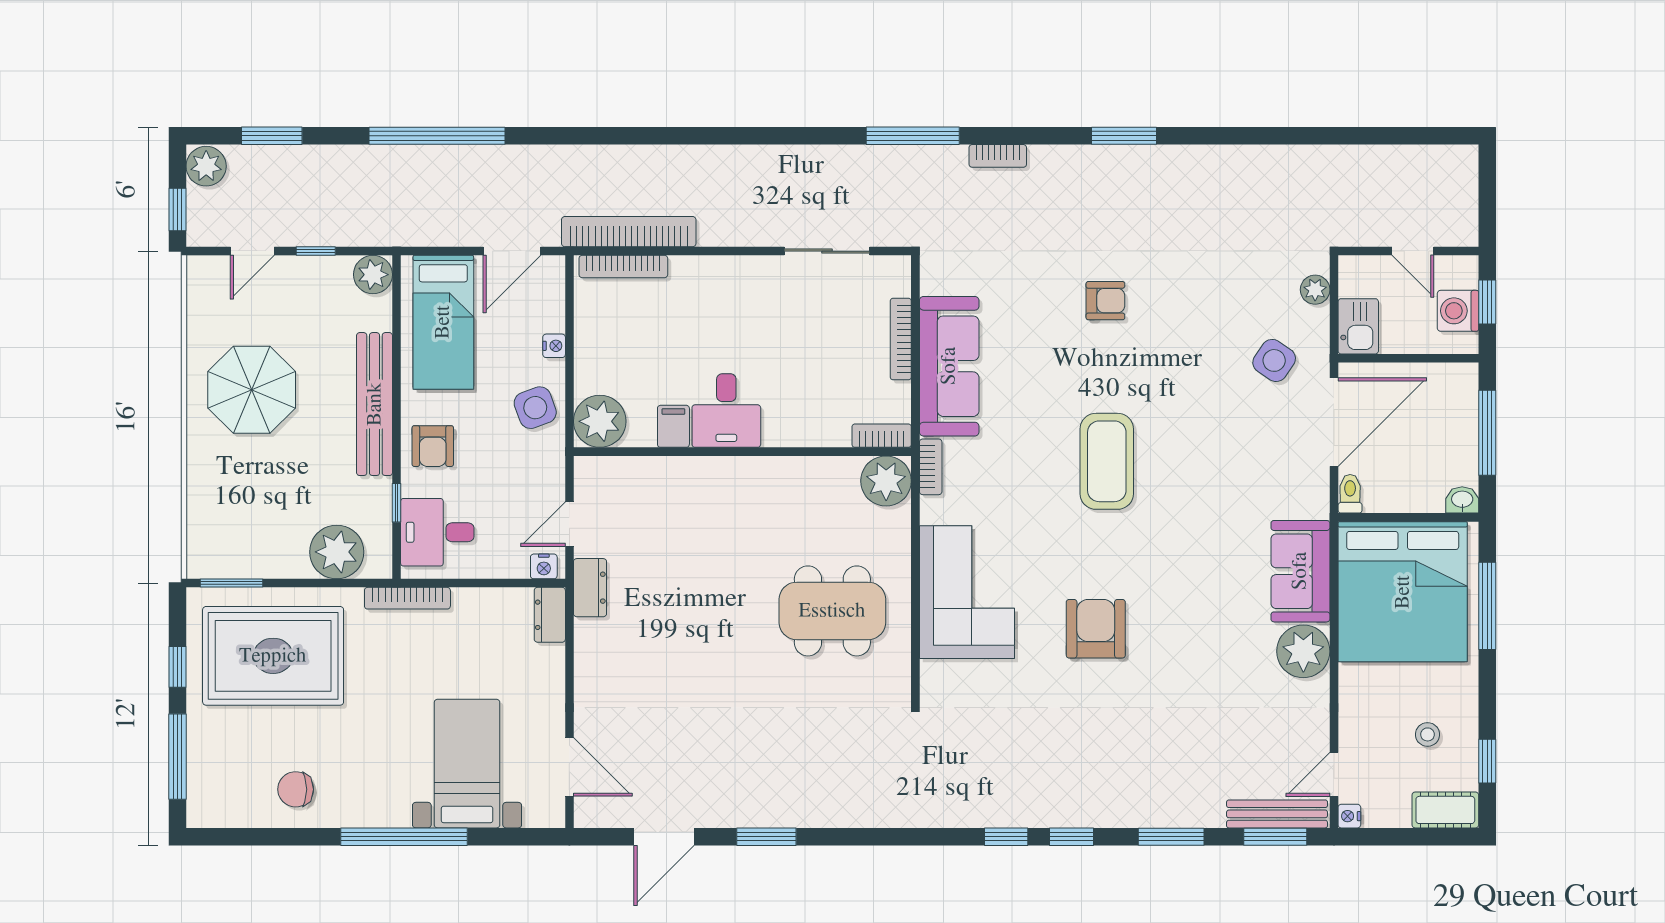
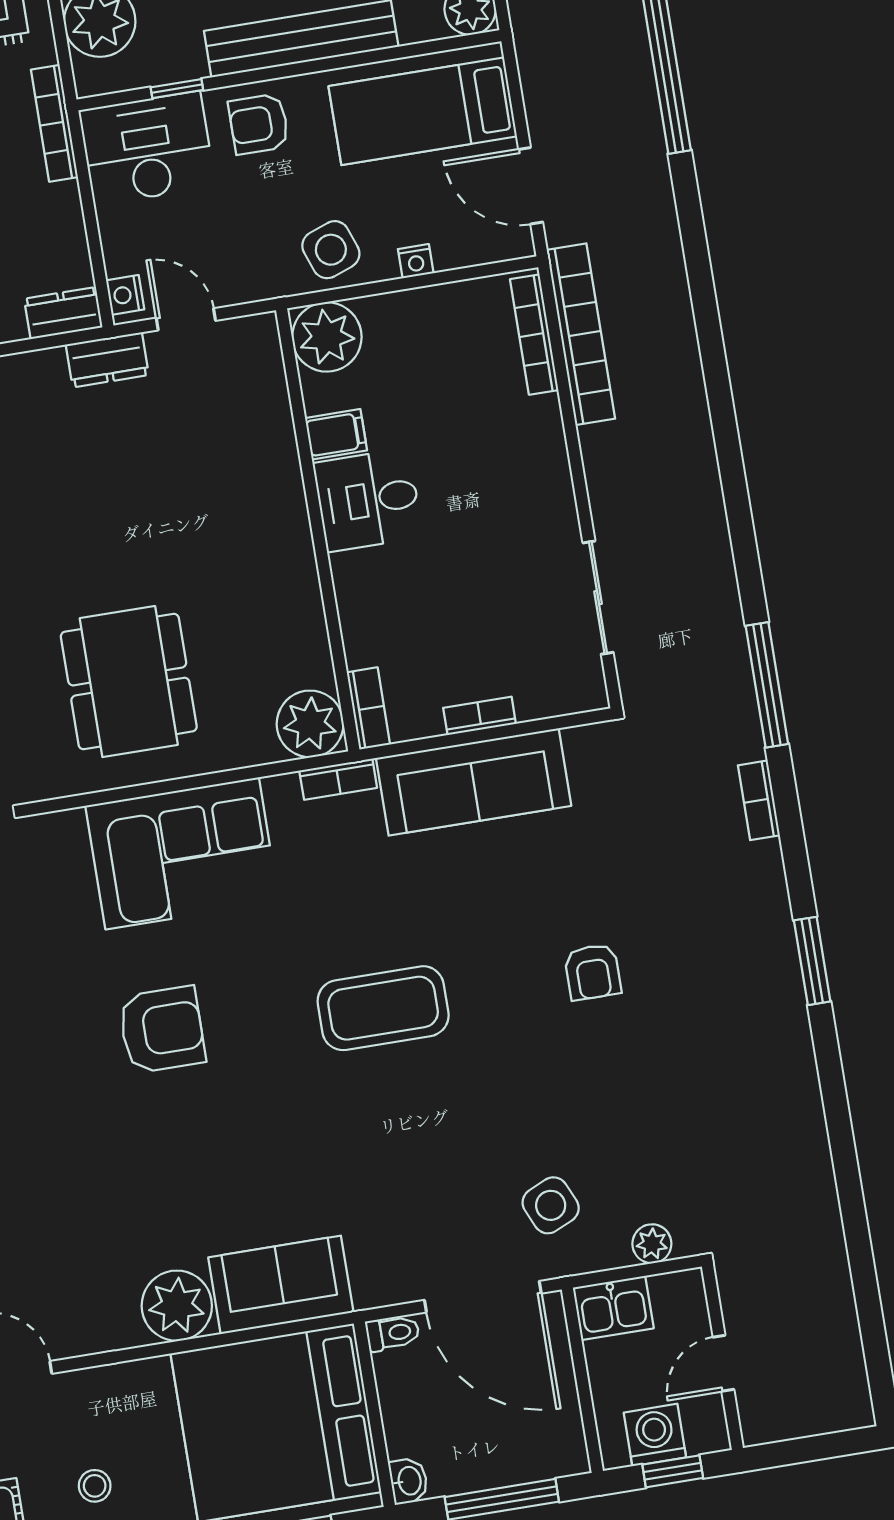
bookcase: (901, 339) -> (480, 716), width x0.64
side table: (1274, 360) -> (551, 1205), turned 32
desk: (437, 532) -> (147, 148), width x1.37

